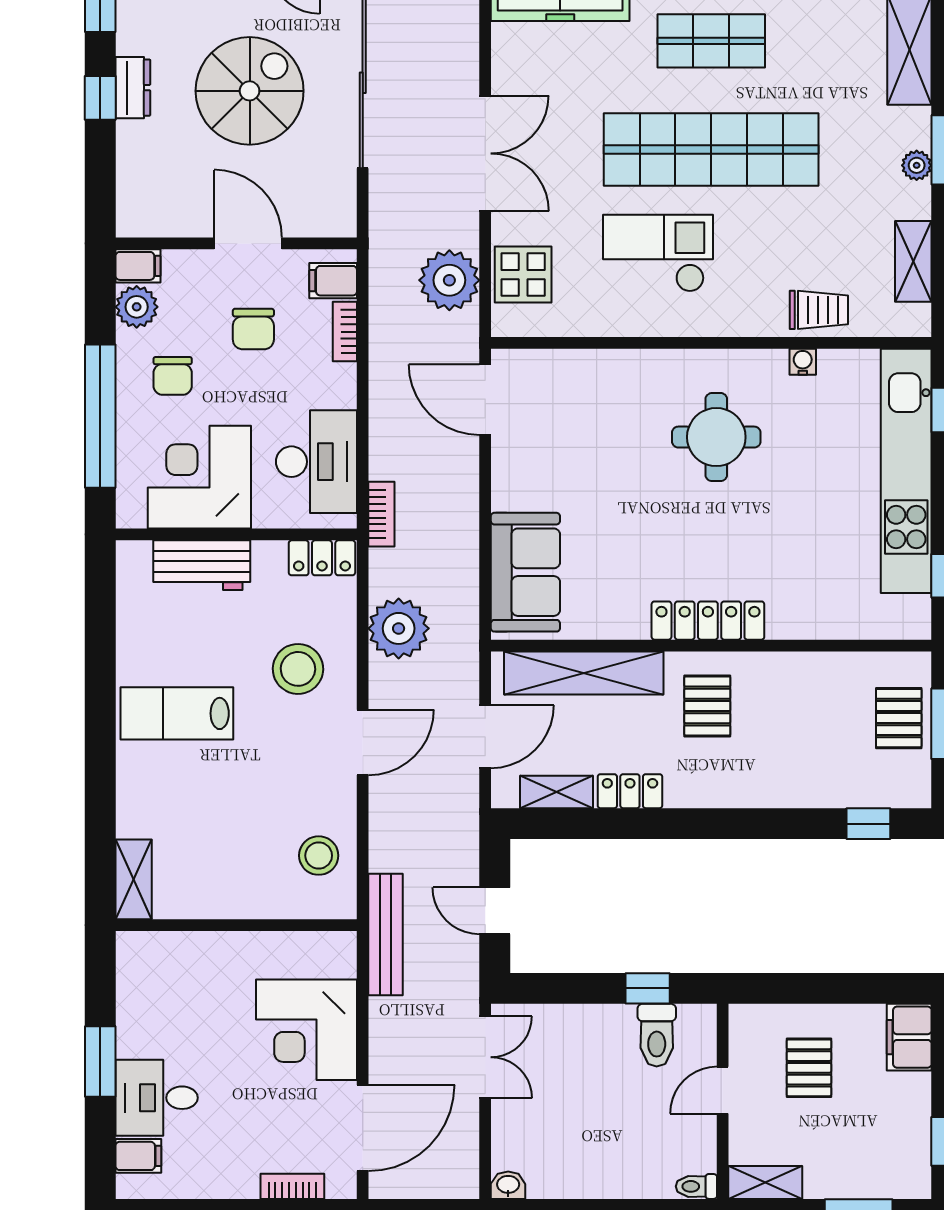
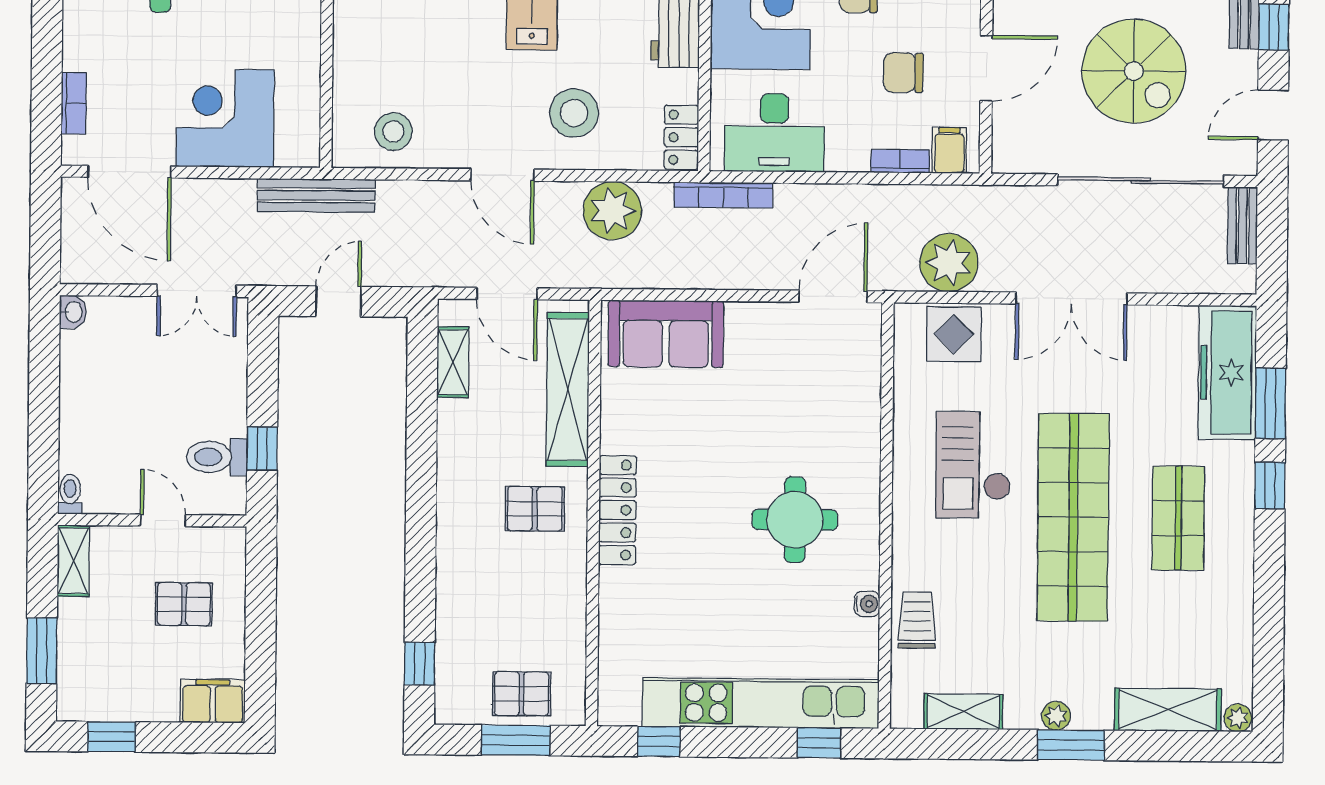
checkout: (658, 253) -> (973, 465), turned 180
trolley: (819, 310) -> (917, 620), turned 180
bookcase: (381, 514) -> (723, 195), width x1.56
locker: (630, 791) -> (453, 433), removed

